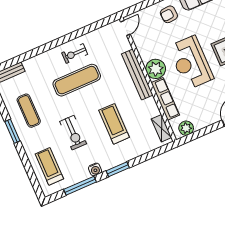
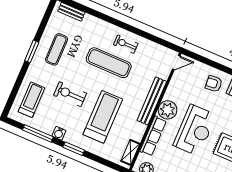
reception desk: (191, 63) -> (195, 130), turned 180
treadmill: (114, 124) -> (103, 117), width x1.37, depth x1.38
exercise bike: (73, 133) -> (70, 94), turned 90

